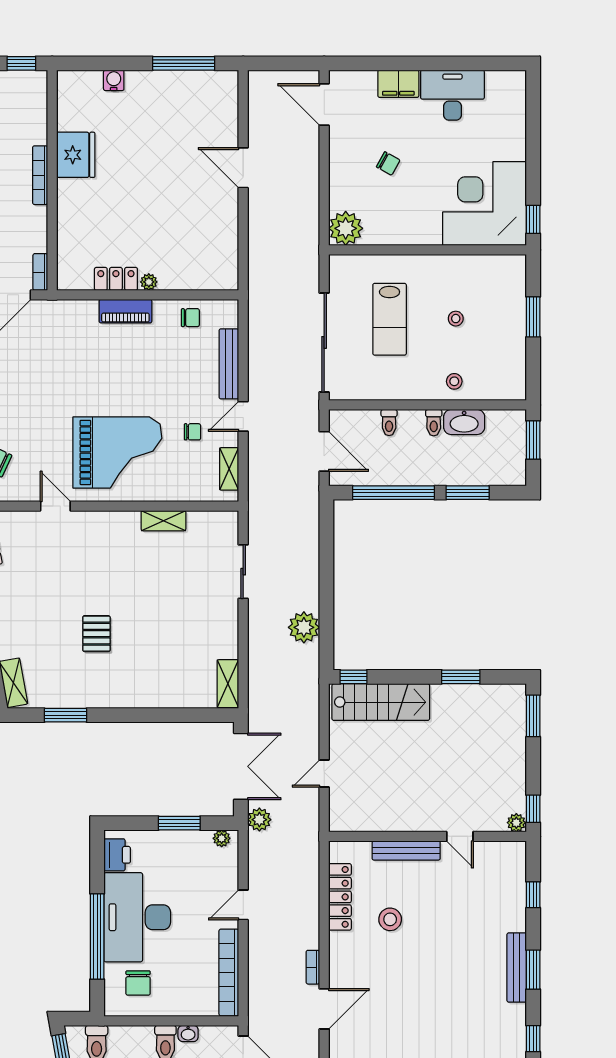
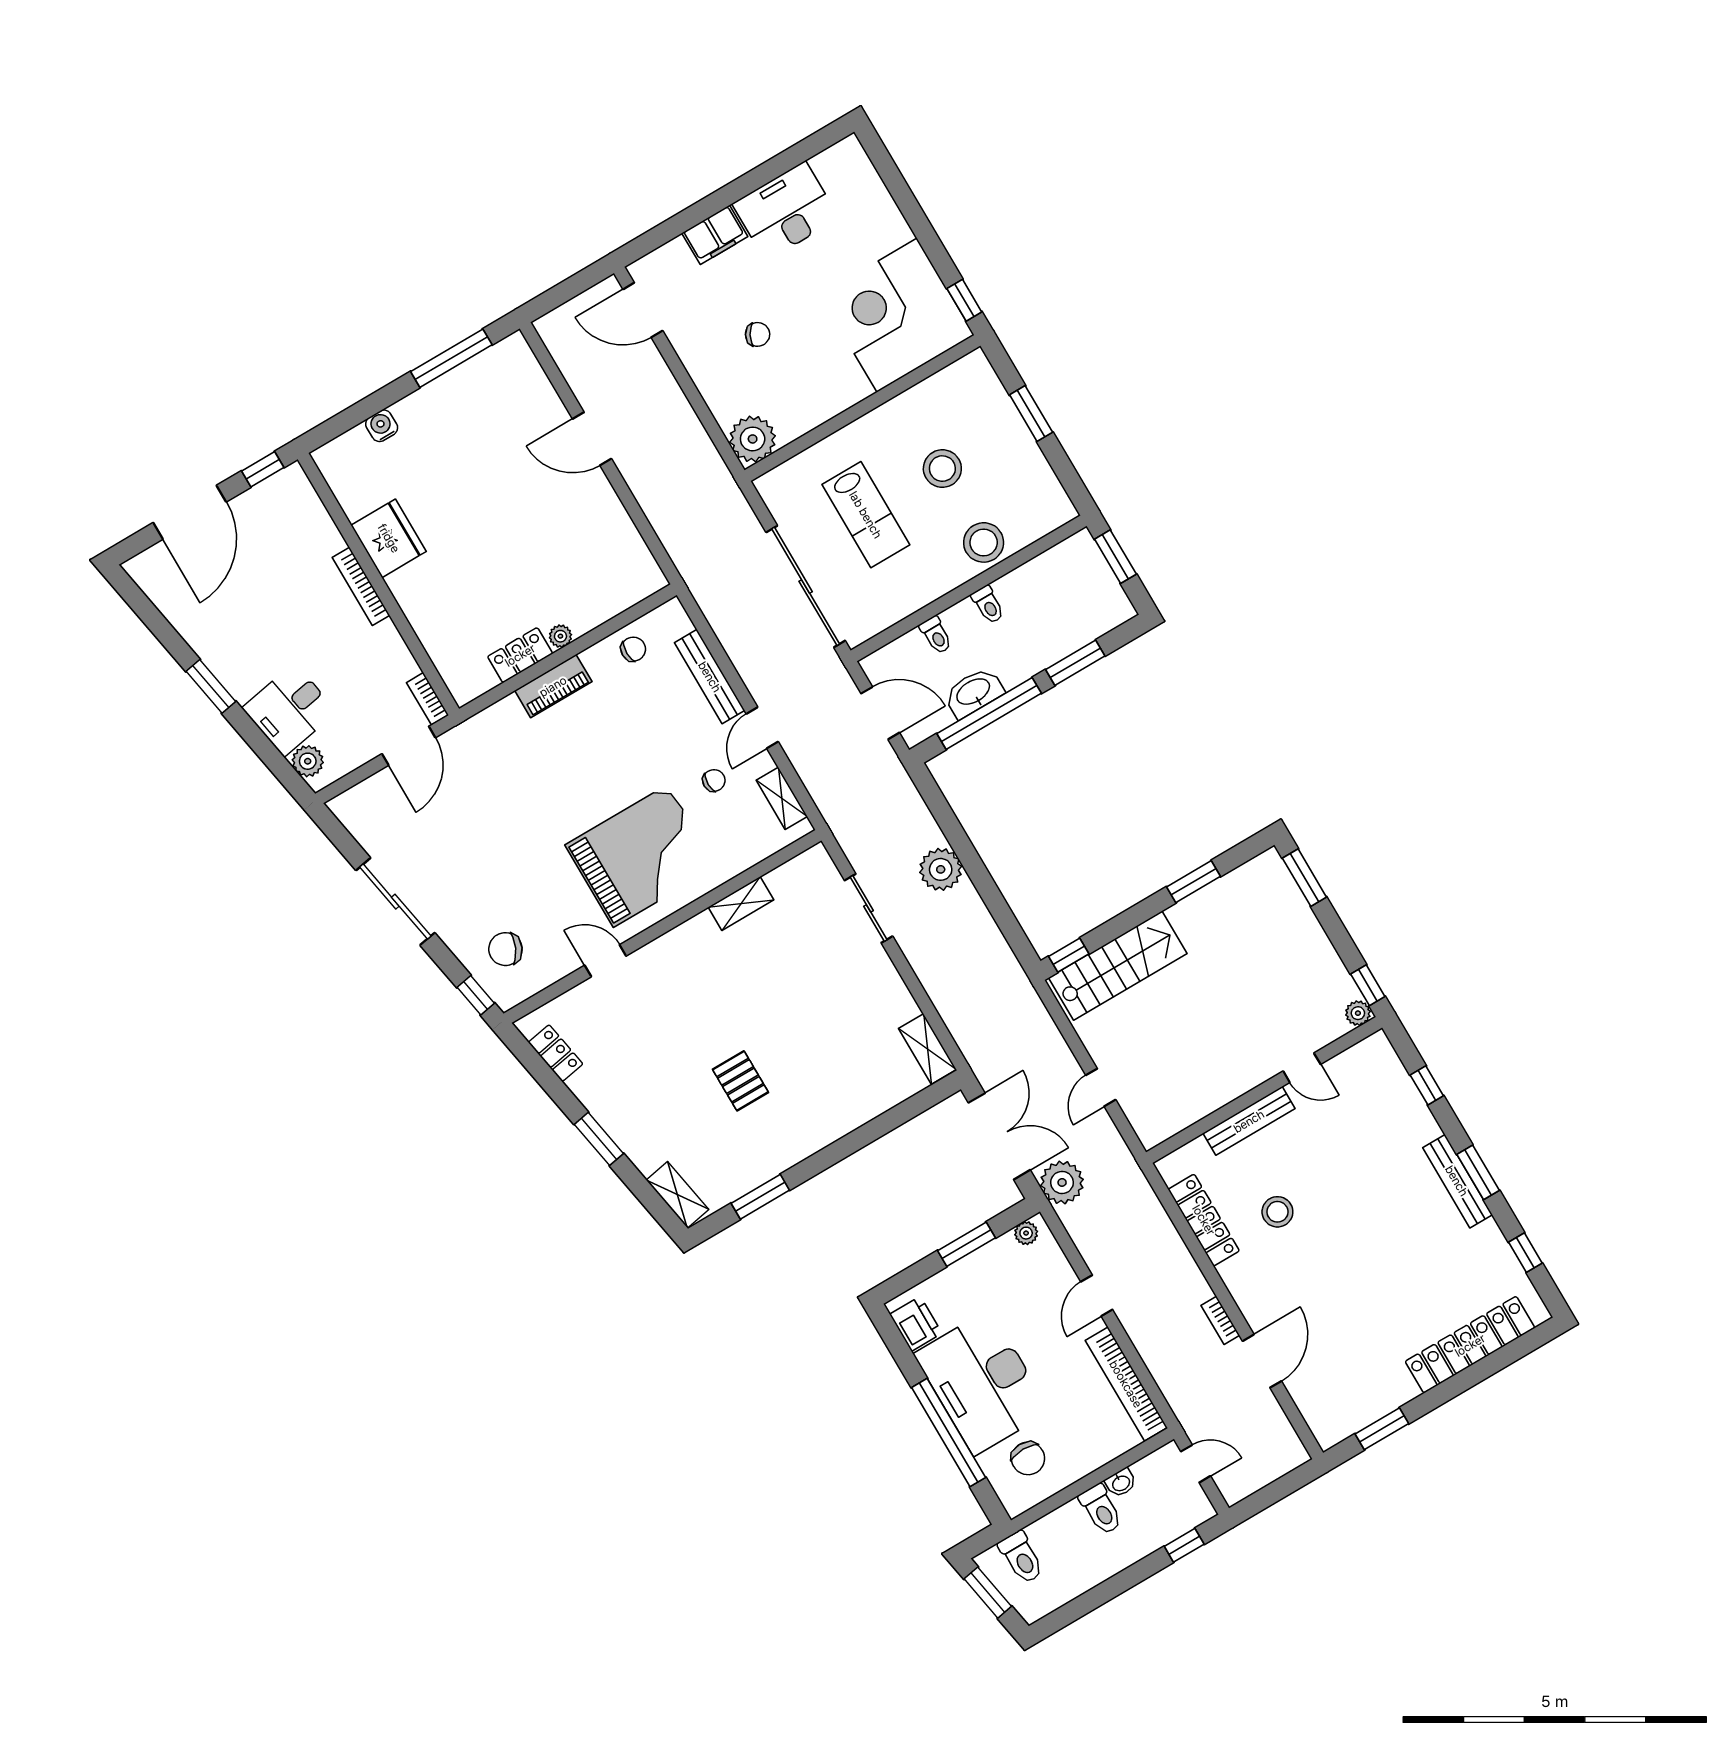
stool: (456, 319) -> (942, 469), width x1.89, depth x1.89
stool: (454, 381) -> (984, 542), width x1.89, depth x1.89
washbasin: (464, 422) -> (974, 692), moved, turned 180
plant: (304, 627) -> (941, 869), moved
plant: (259, 820) -> (1062, 1182), width x1.36, depth x1.36

